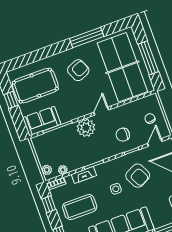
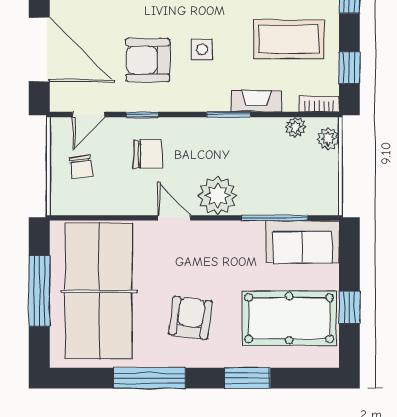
window: (44, 53) -> (247, 378), added
armchair: (78, 70) -> (190, 318), turned 121
door: (101, 111) -> (174, 218), swing flipped
armchair: (138, 176) -> (148, 60), turned -63

